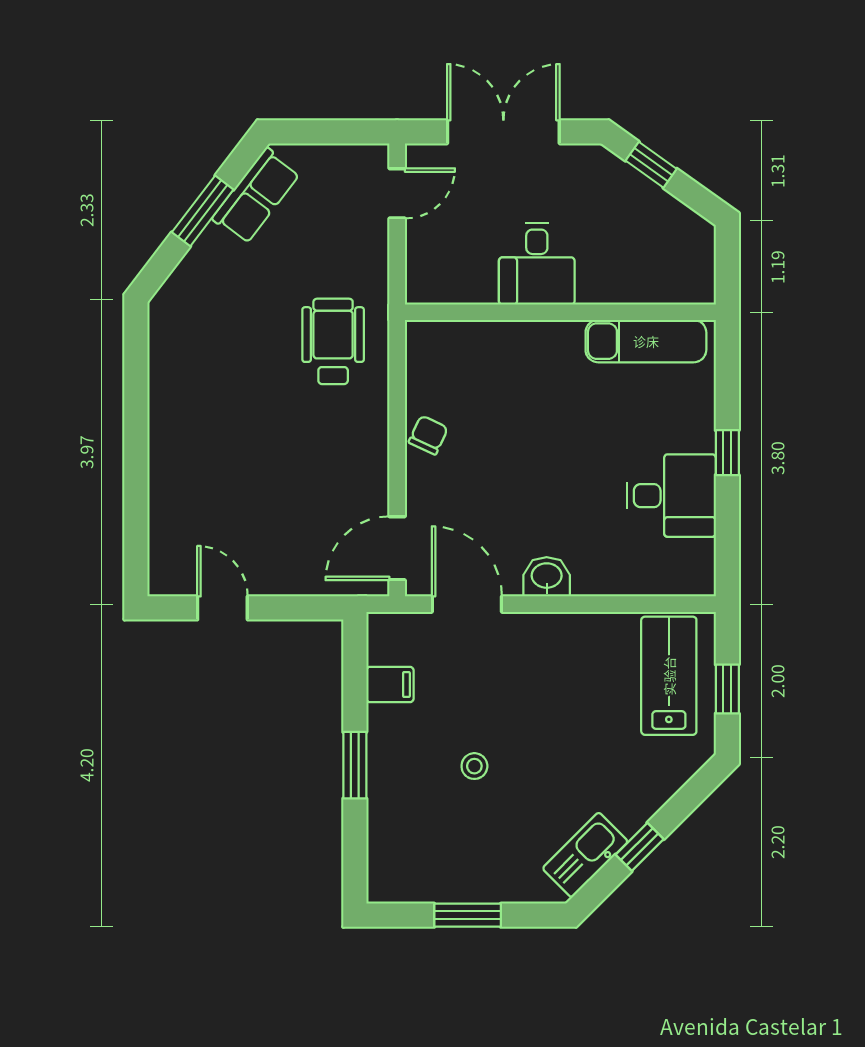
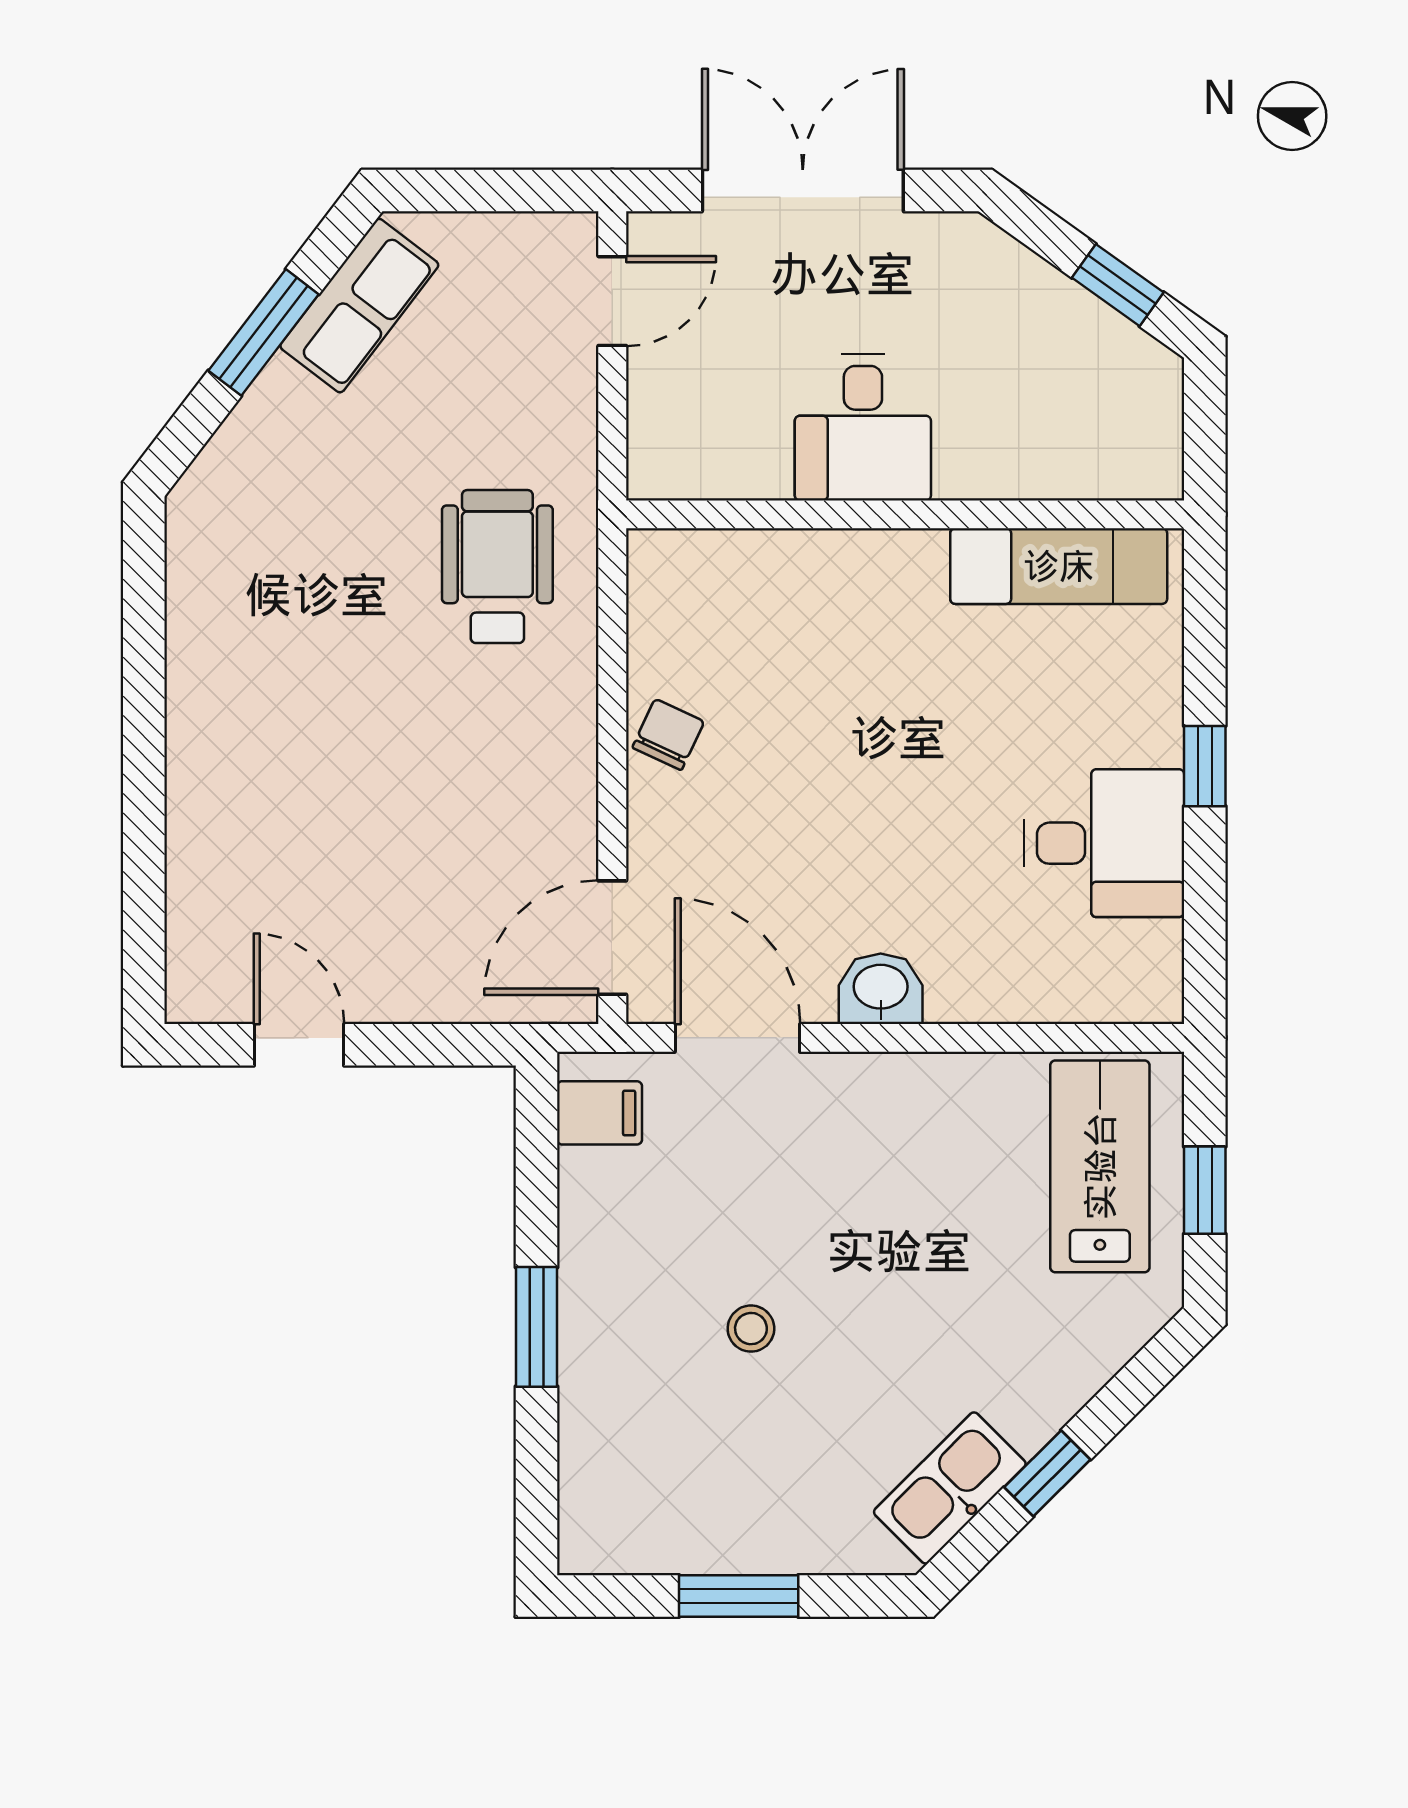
window: (651, 165) -> (1118, 285), moved
filing cabinet: (390, 685) -> (599, 1113), moved

